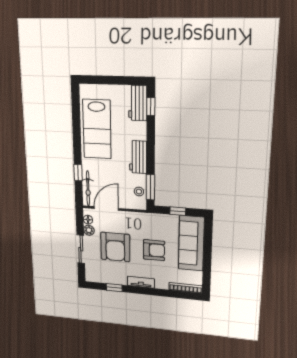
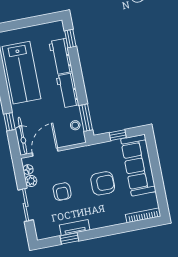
workbench: (138, 103) -> (61, 57), moved
armchair: (115, 247) -> (62, 192), width x0.53, depth x0.53
tv unit: (141, 282) -> (75, 228), moved

